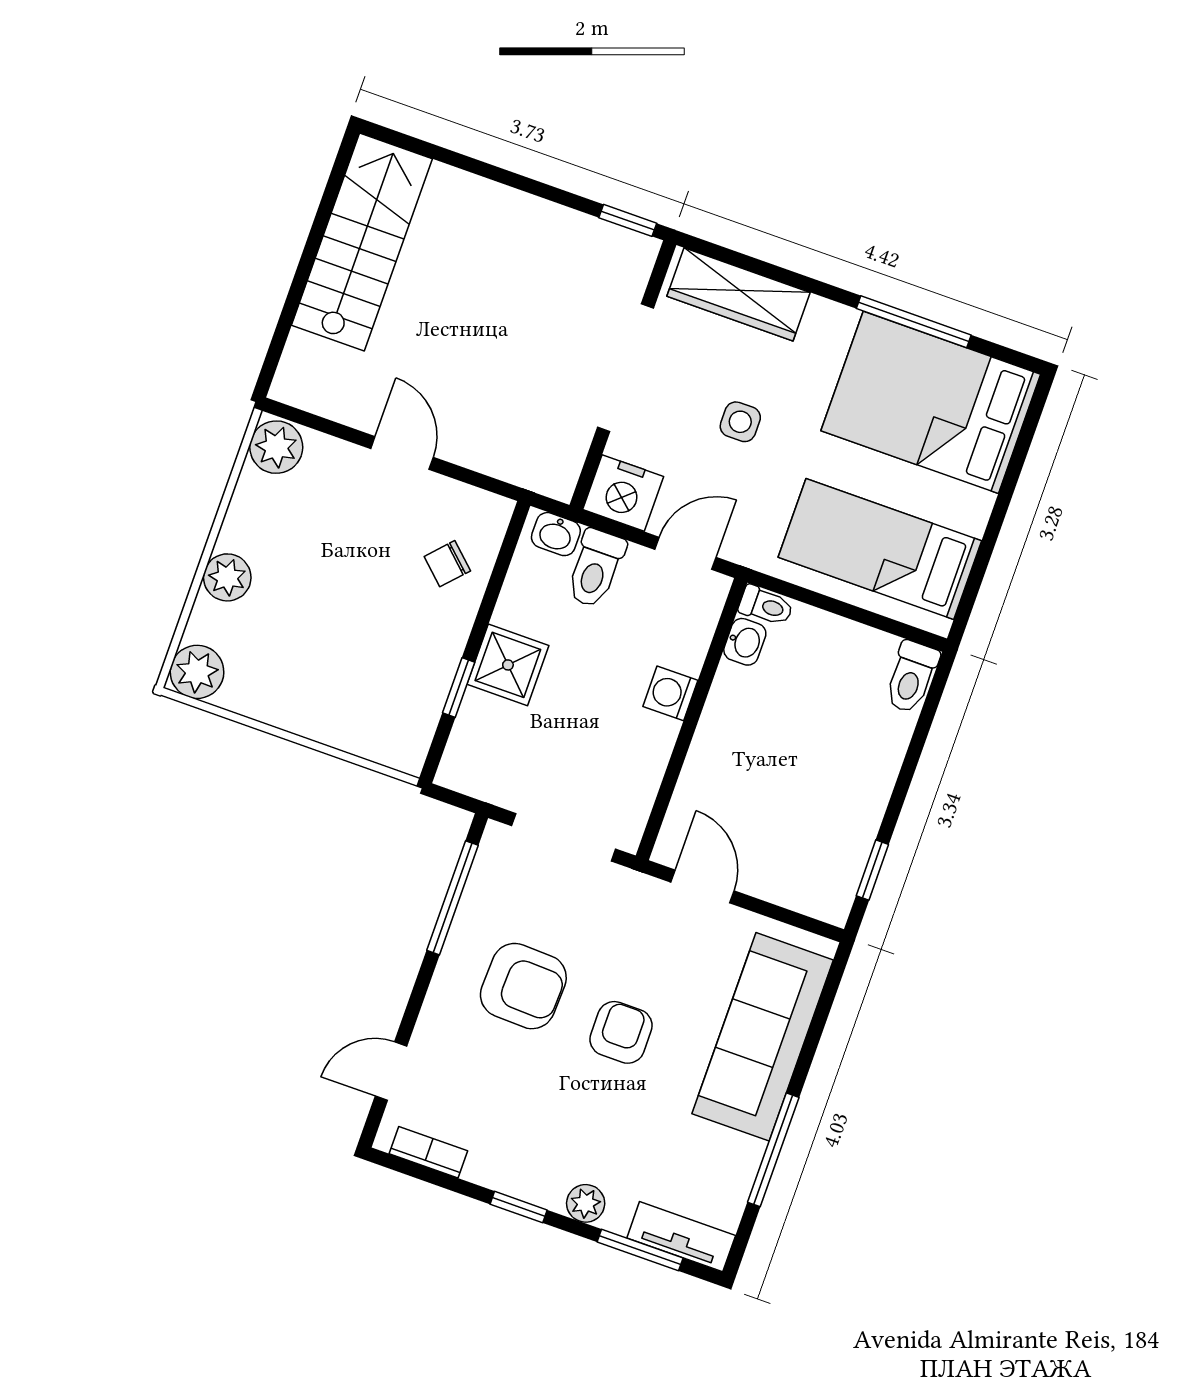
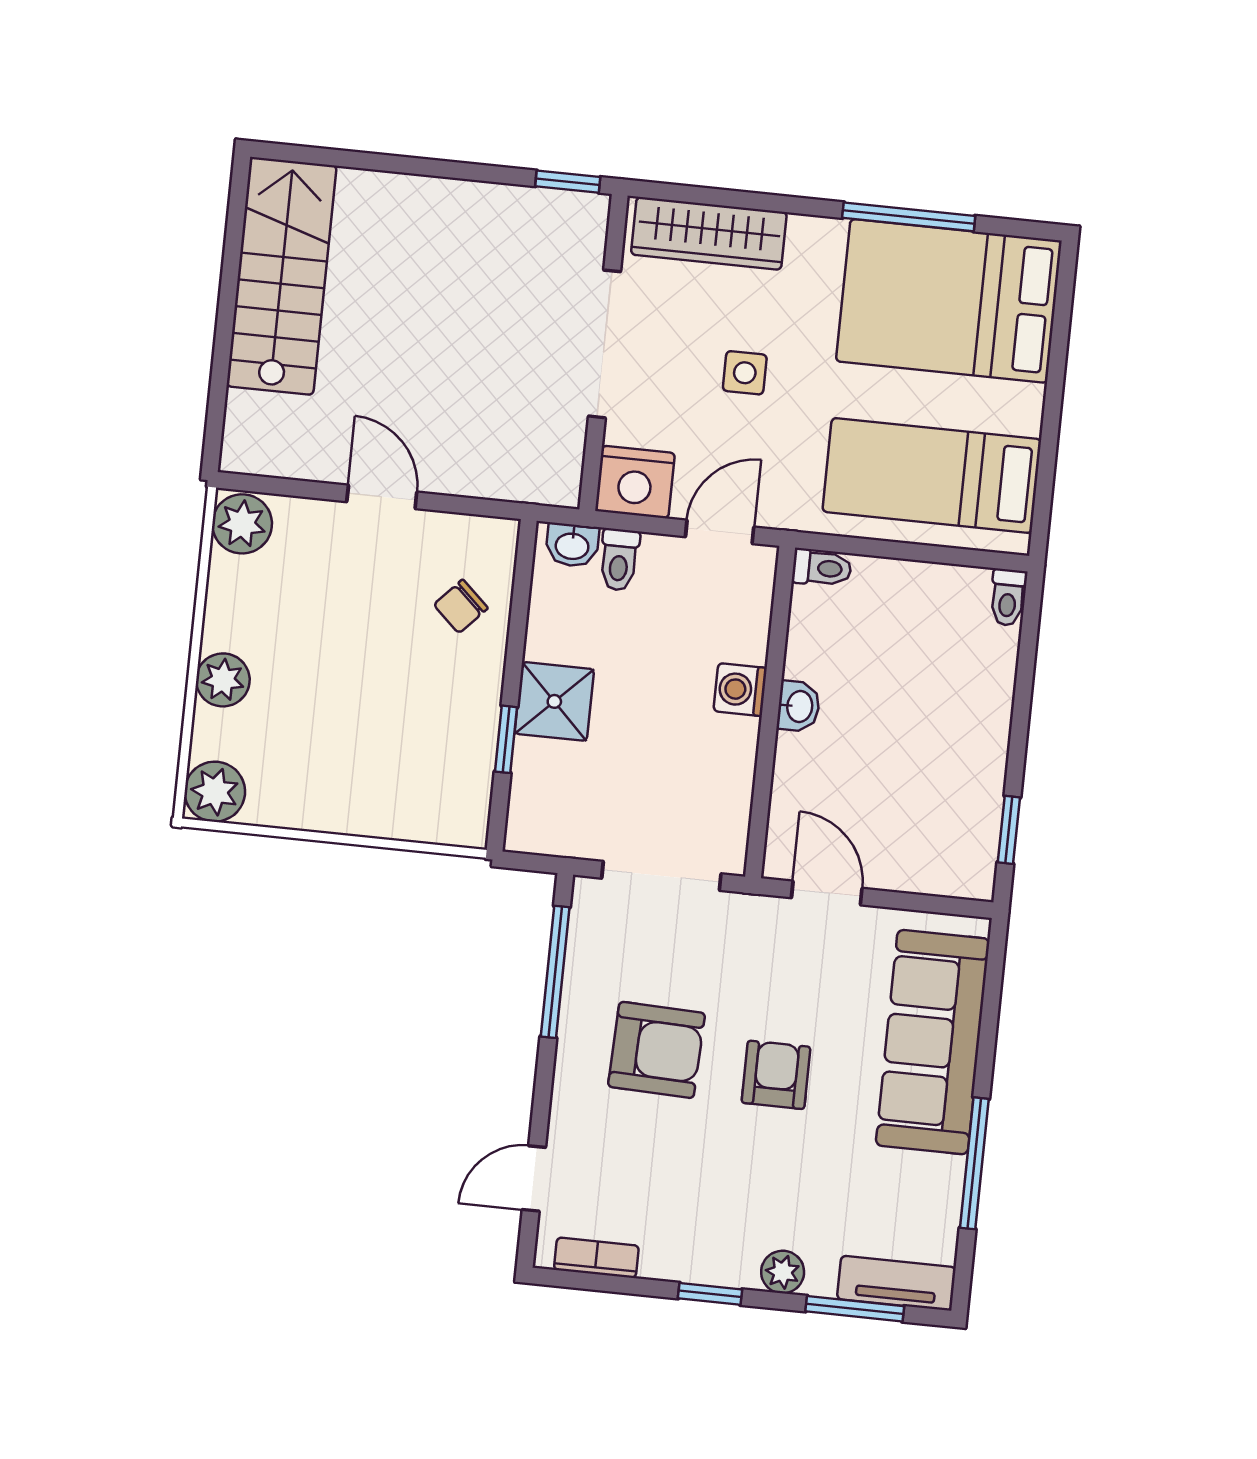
toilet: (596, 568) -> (619, 560), width x0.73, depth x0.72
washbasin: (745, 642) -> (799, 706), moved
toilet: (911, 677) -> (1008, 597), width x0.73, depth x0.72

